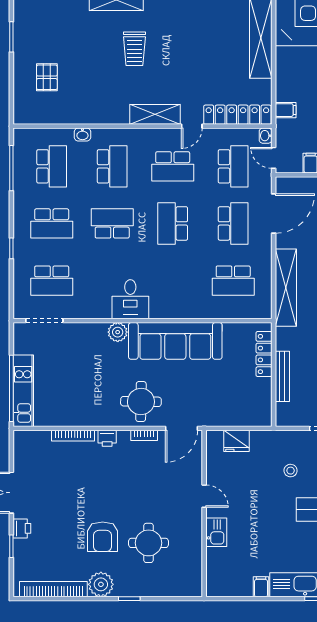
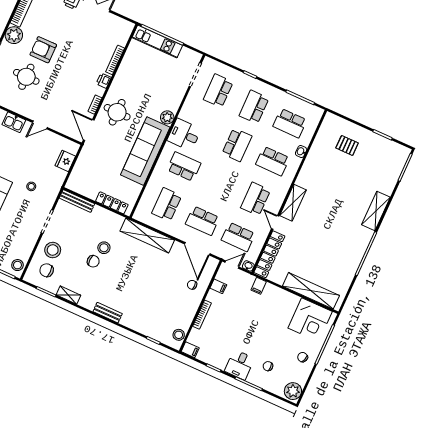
trolley: (134, 49) -> (340, 208), removed
school desk: (173, 223) -> (184, 167), moved
bench: (282, 376) -> (77, 201), moved

